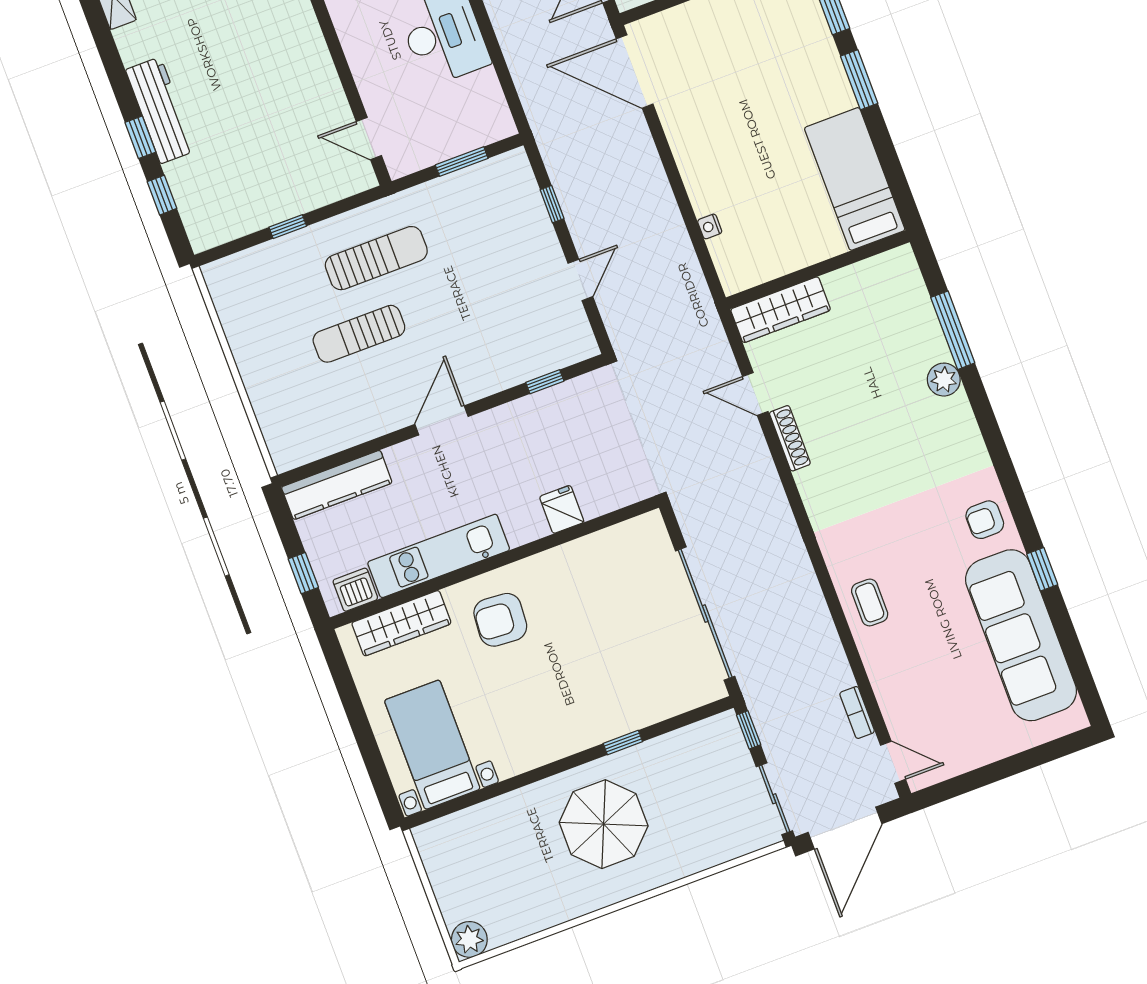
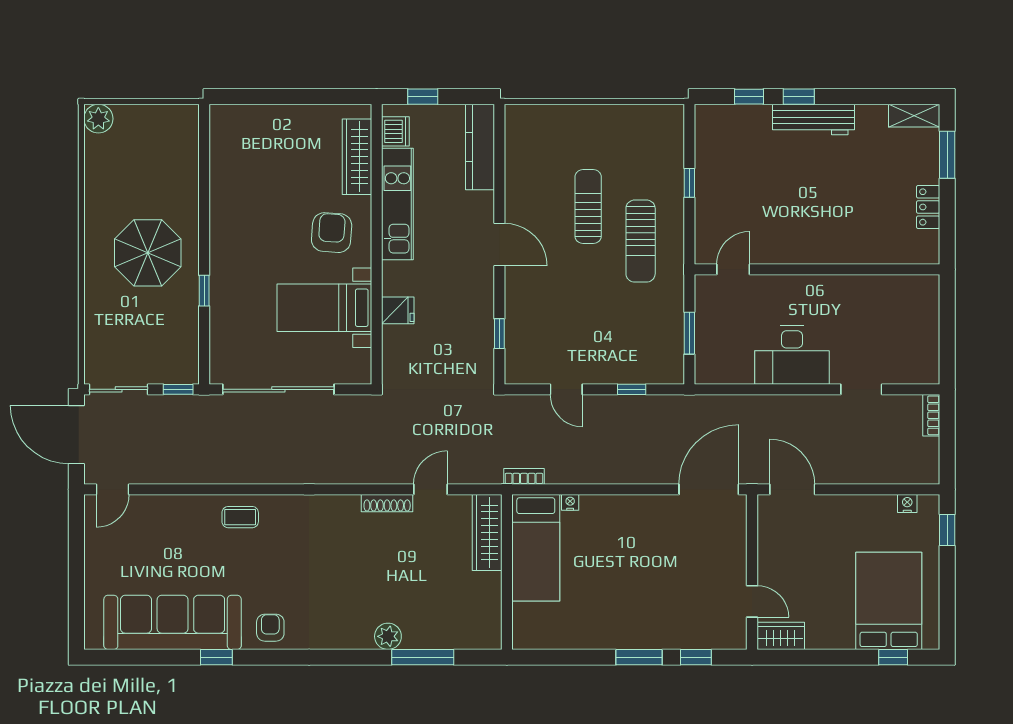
bed: (855, 179) -> (536, 548), moved, turned 90
bookcase: (857, 712) -> (524, 476), moved
bed with nightstands: (432, 745) -> (324, 308), moved, turned 180

